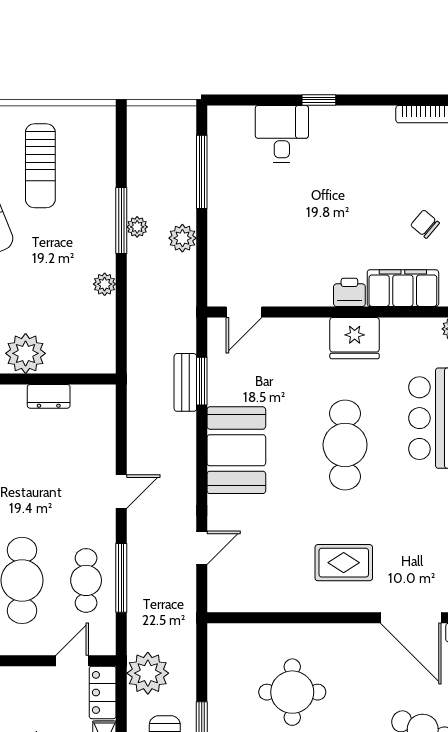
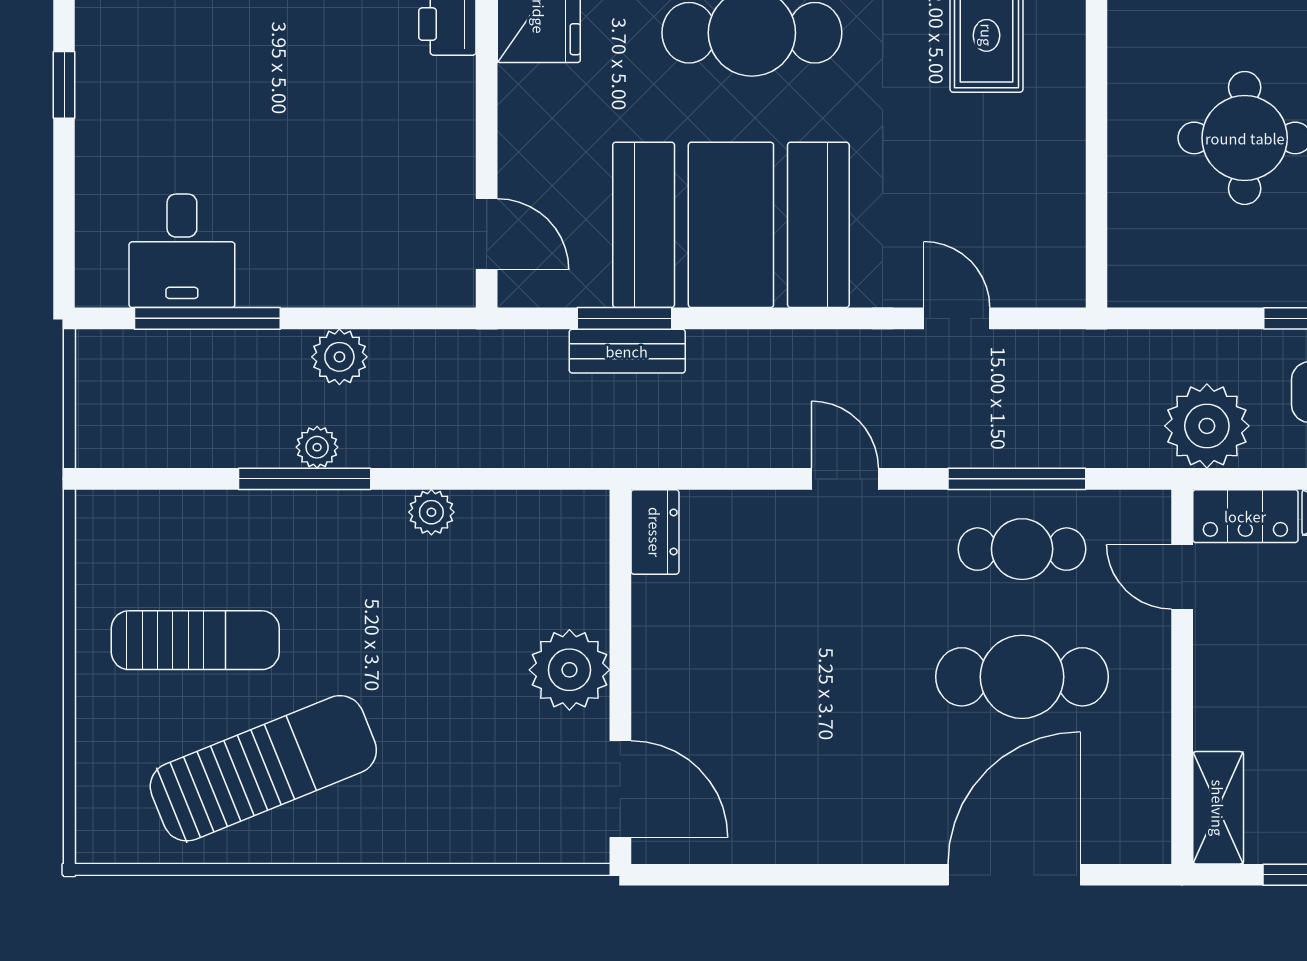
desk: (282, 134) -> (182, 251), moved, turned -90
dresser: (49, 396) -> (655, 532), moved
booth: (236, 450) -> (731, 225), width x1.36, depth x1.42

